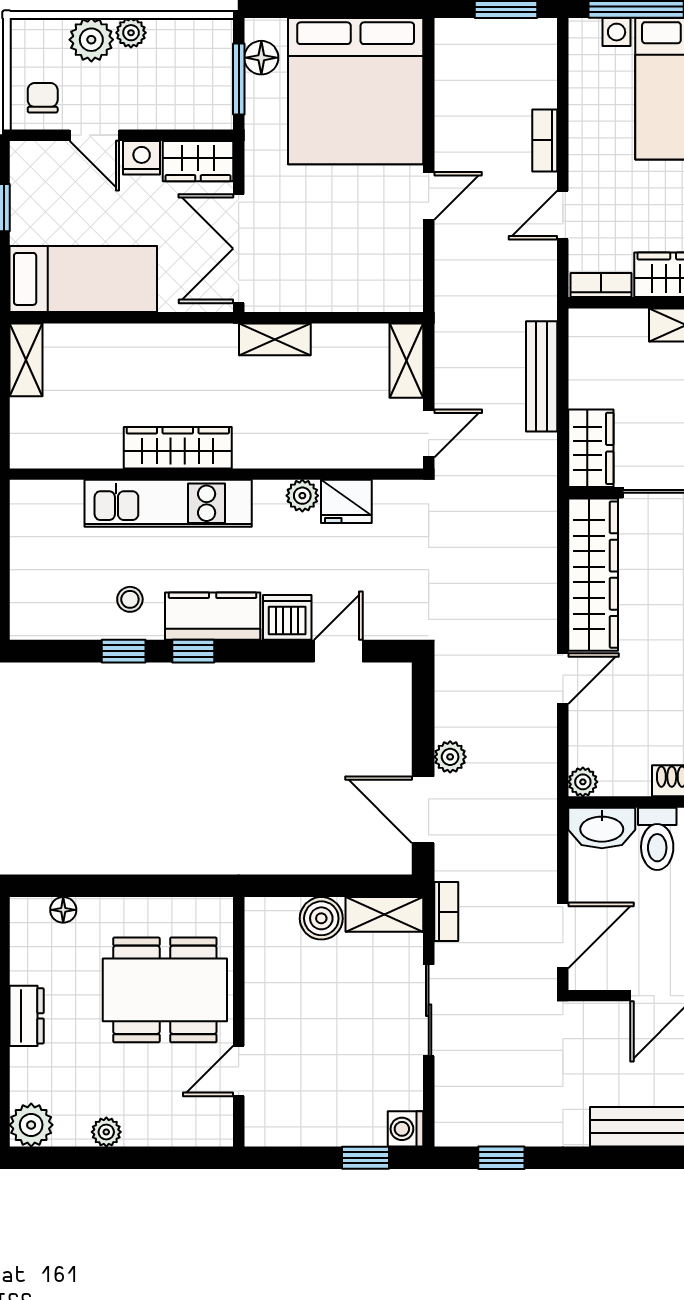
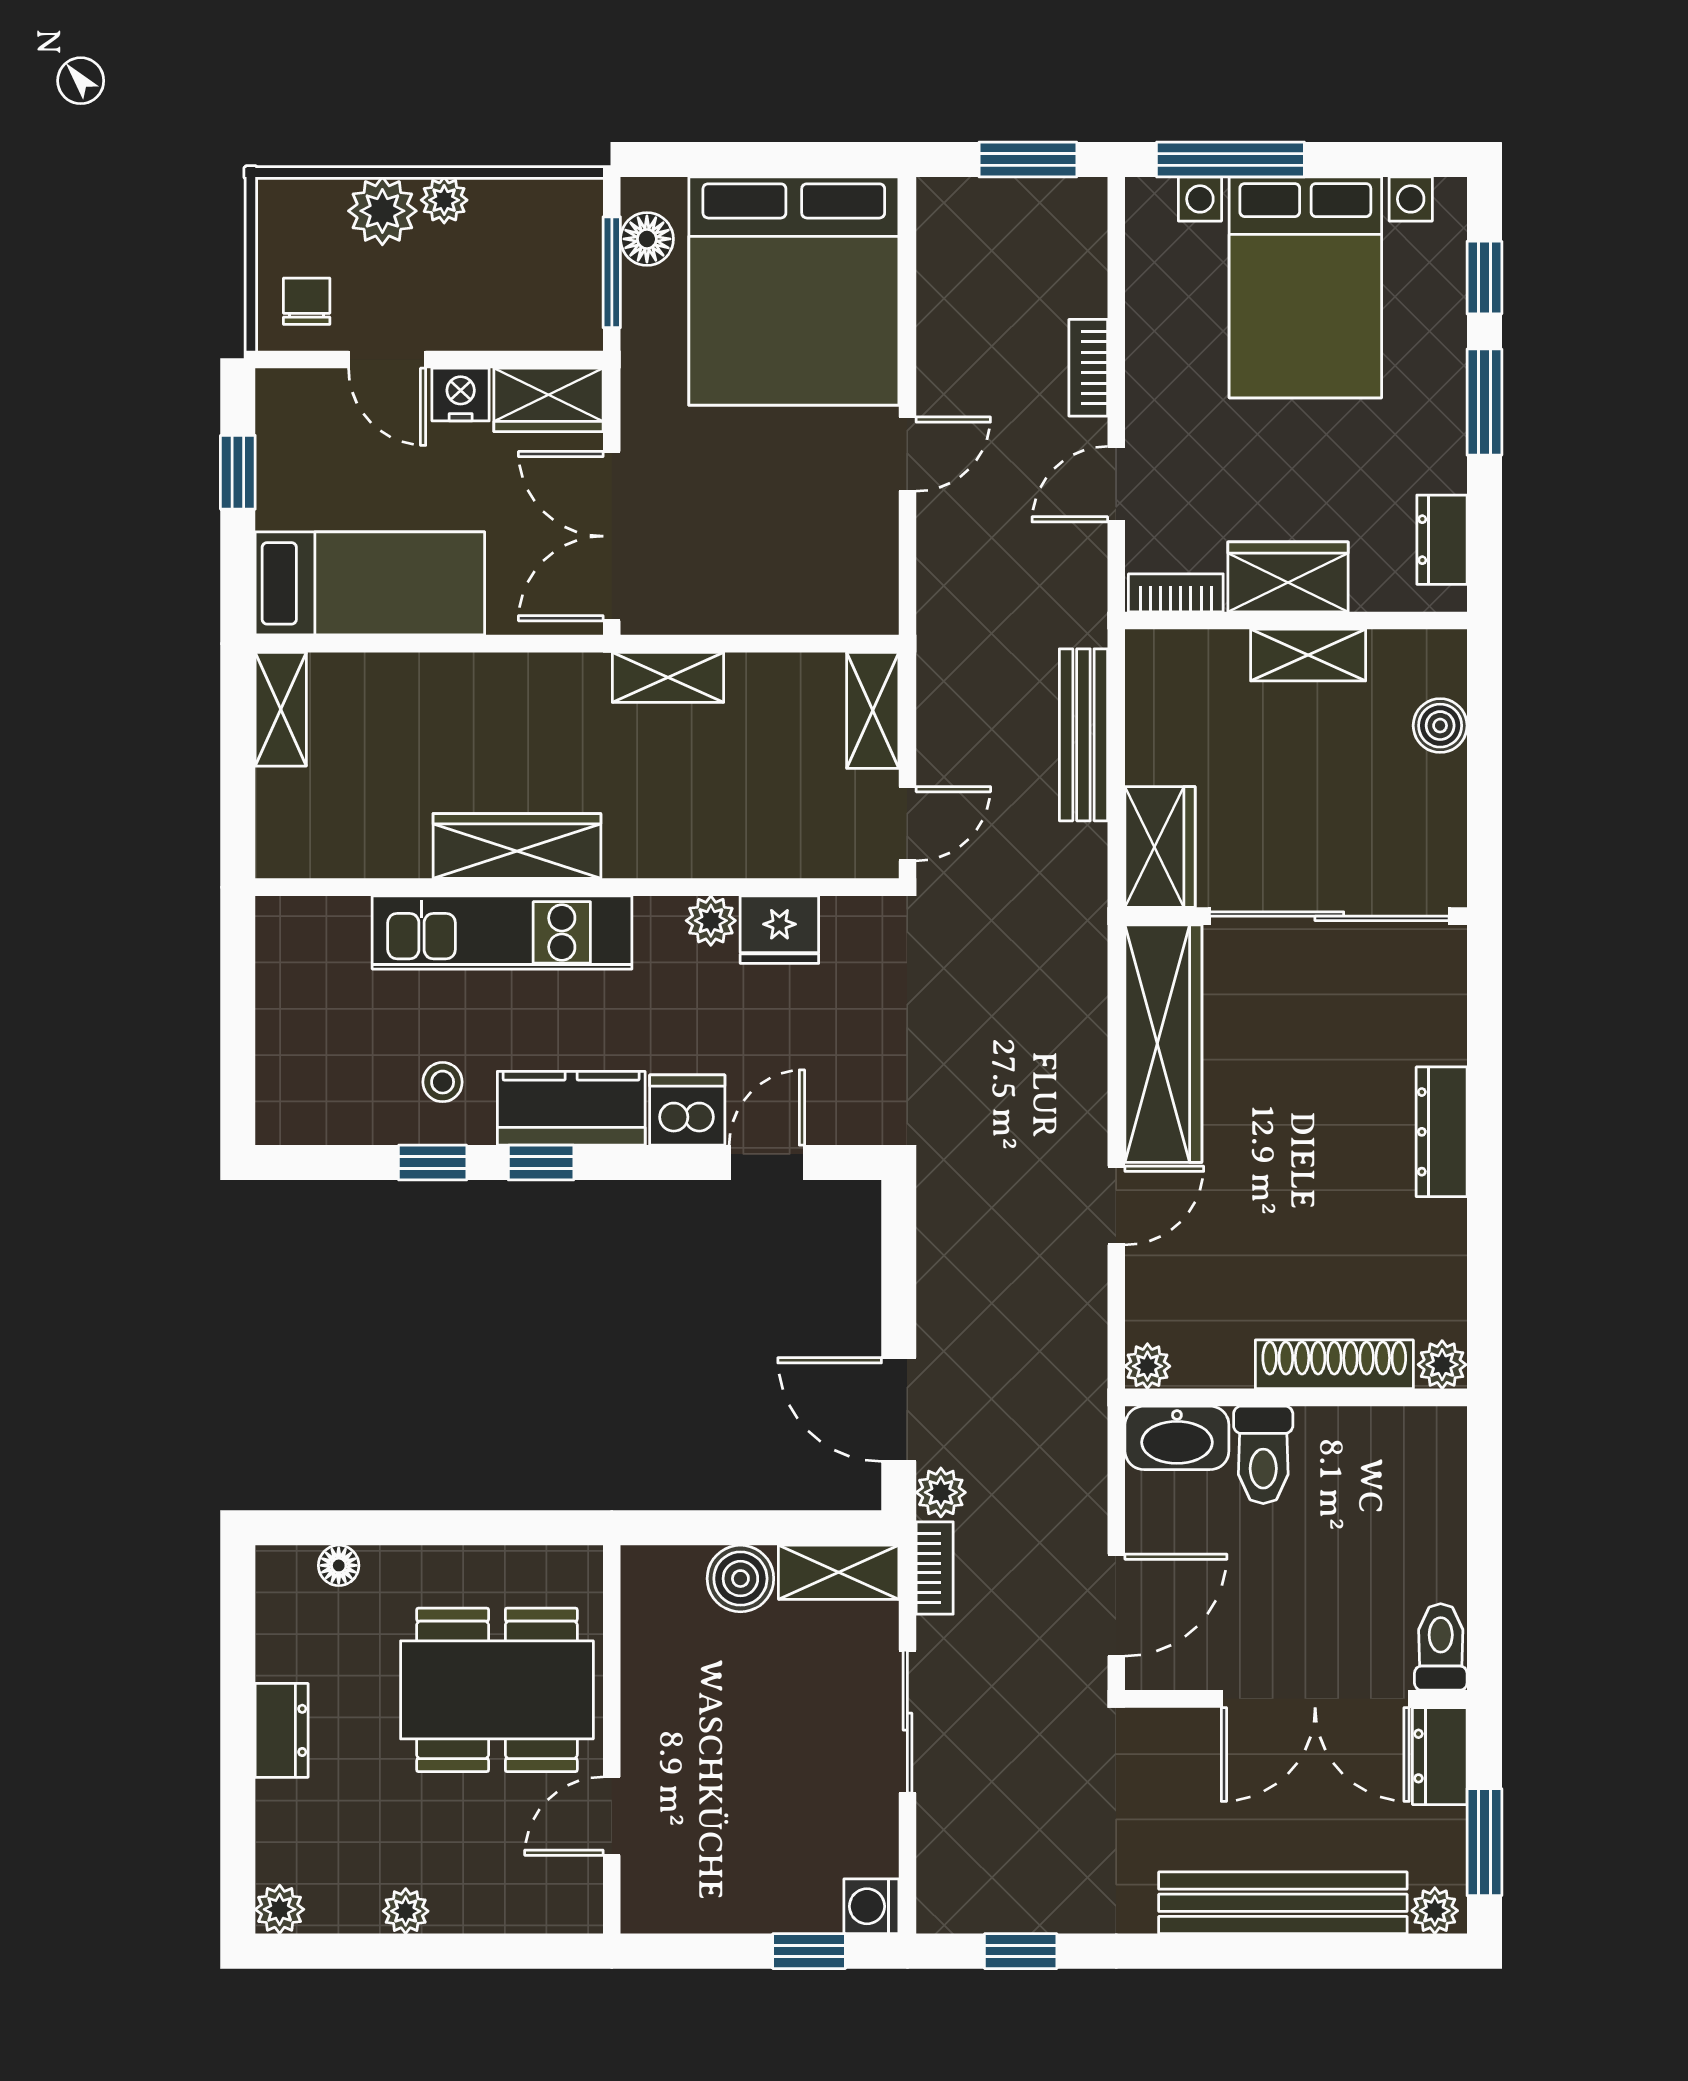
plant: (450, 757) -> (941, 1492), moved
plant: (31, 1125) -> (280, 1909), width x0.73, depth x0.73

